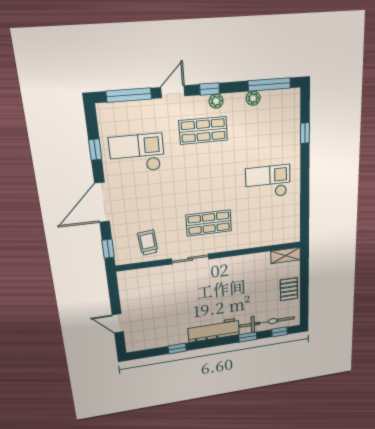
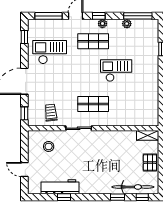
window: (95, 150) -> (24, 37), moved
checkout: (268, 182) -> (116, 71), moved
stool: (149, 289) -> (49, 146), added
workbench: (214, 330) -> (60, 187), moved

